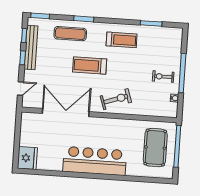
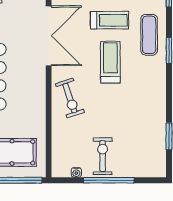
treadmill: (122, 40) -> (109, 20), moved, turned -90
exercise bike: (163, 77) -> (103, 156), width x1.38, depth x1.39

